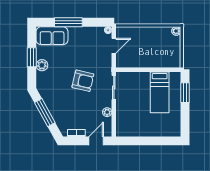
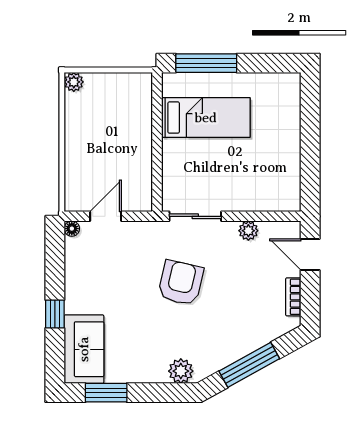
window: (68, 22) -> (55, 314), width x0.46
door: (114, 46) -> (106, 216), hinge flipped
window: (32, 57) -> (106, 393), moved
plant: (42, 65) -> (181, 371), moved
window: (185, 93) -> (206, 63), width x1.44

